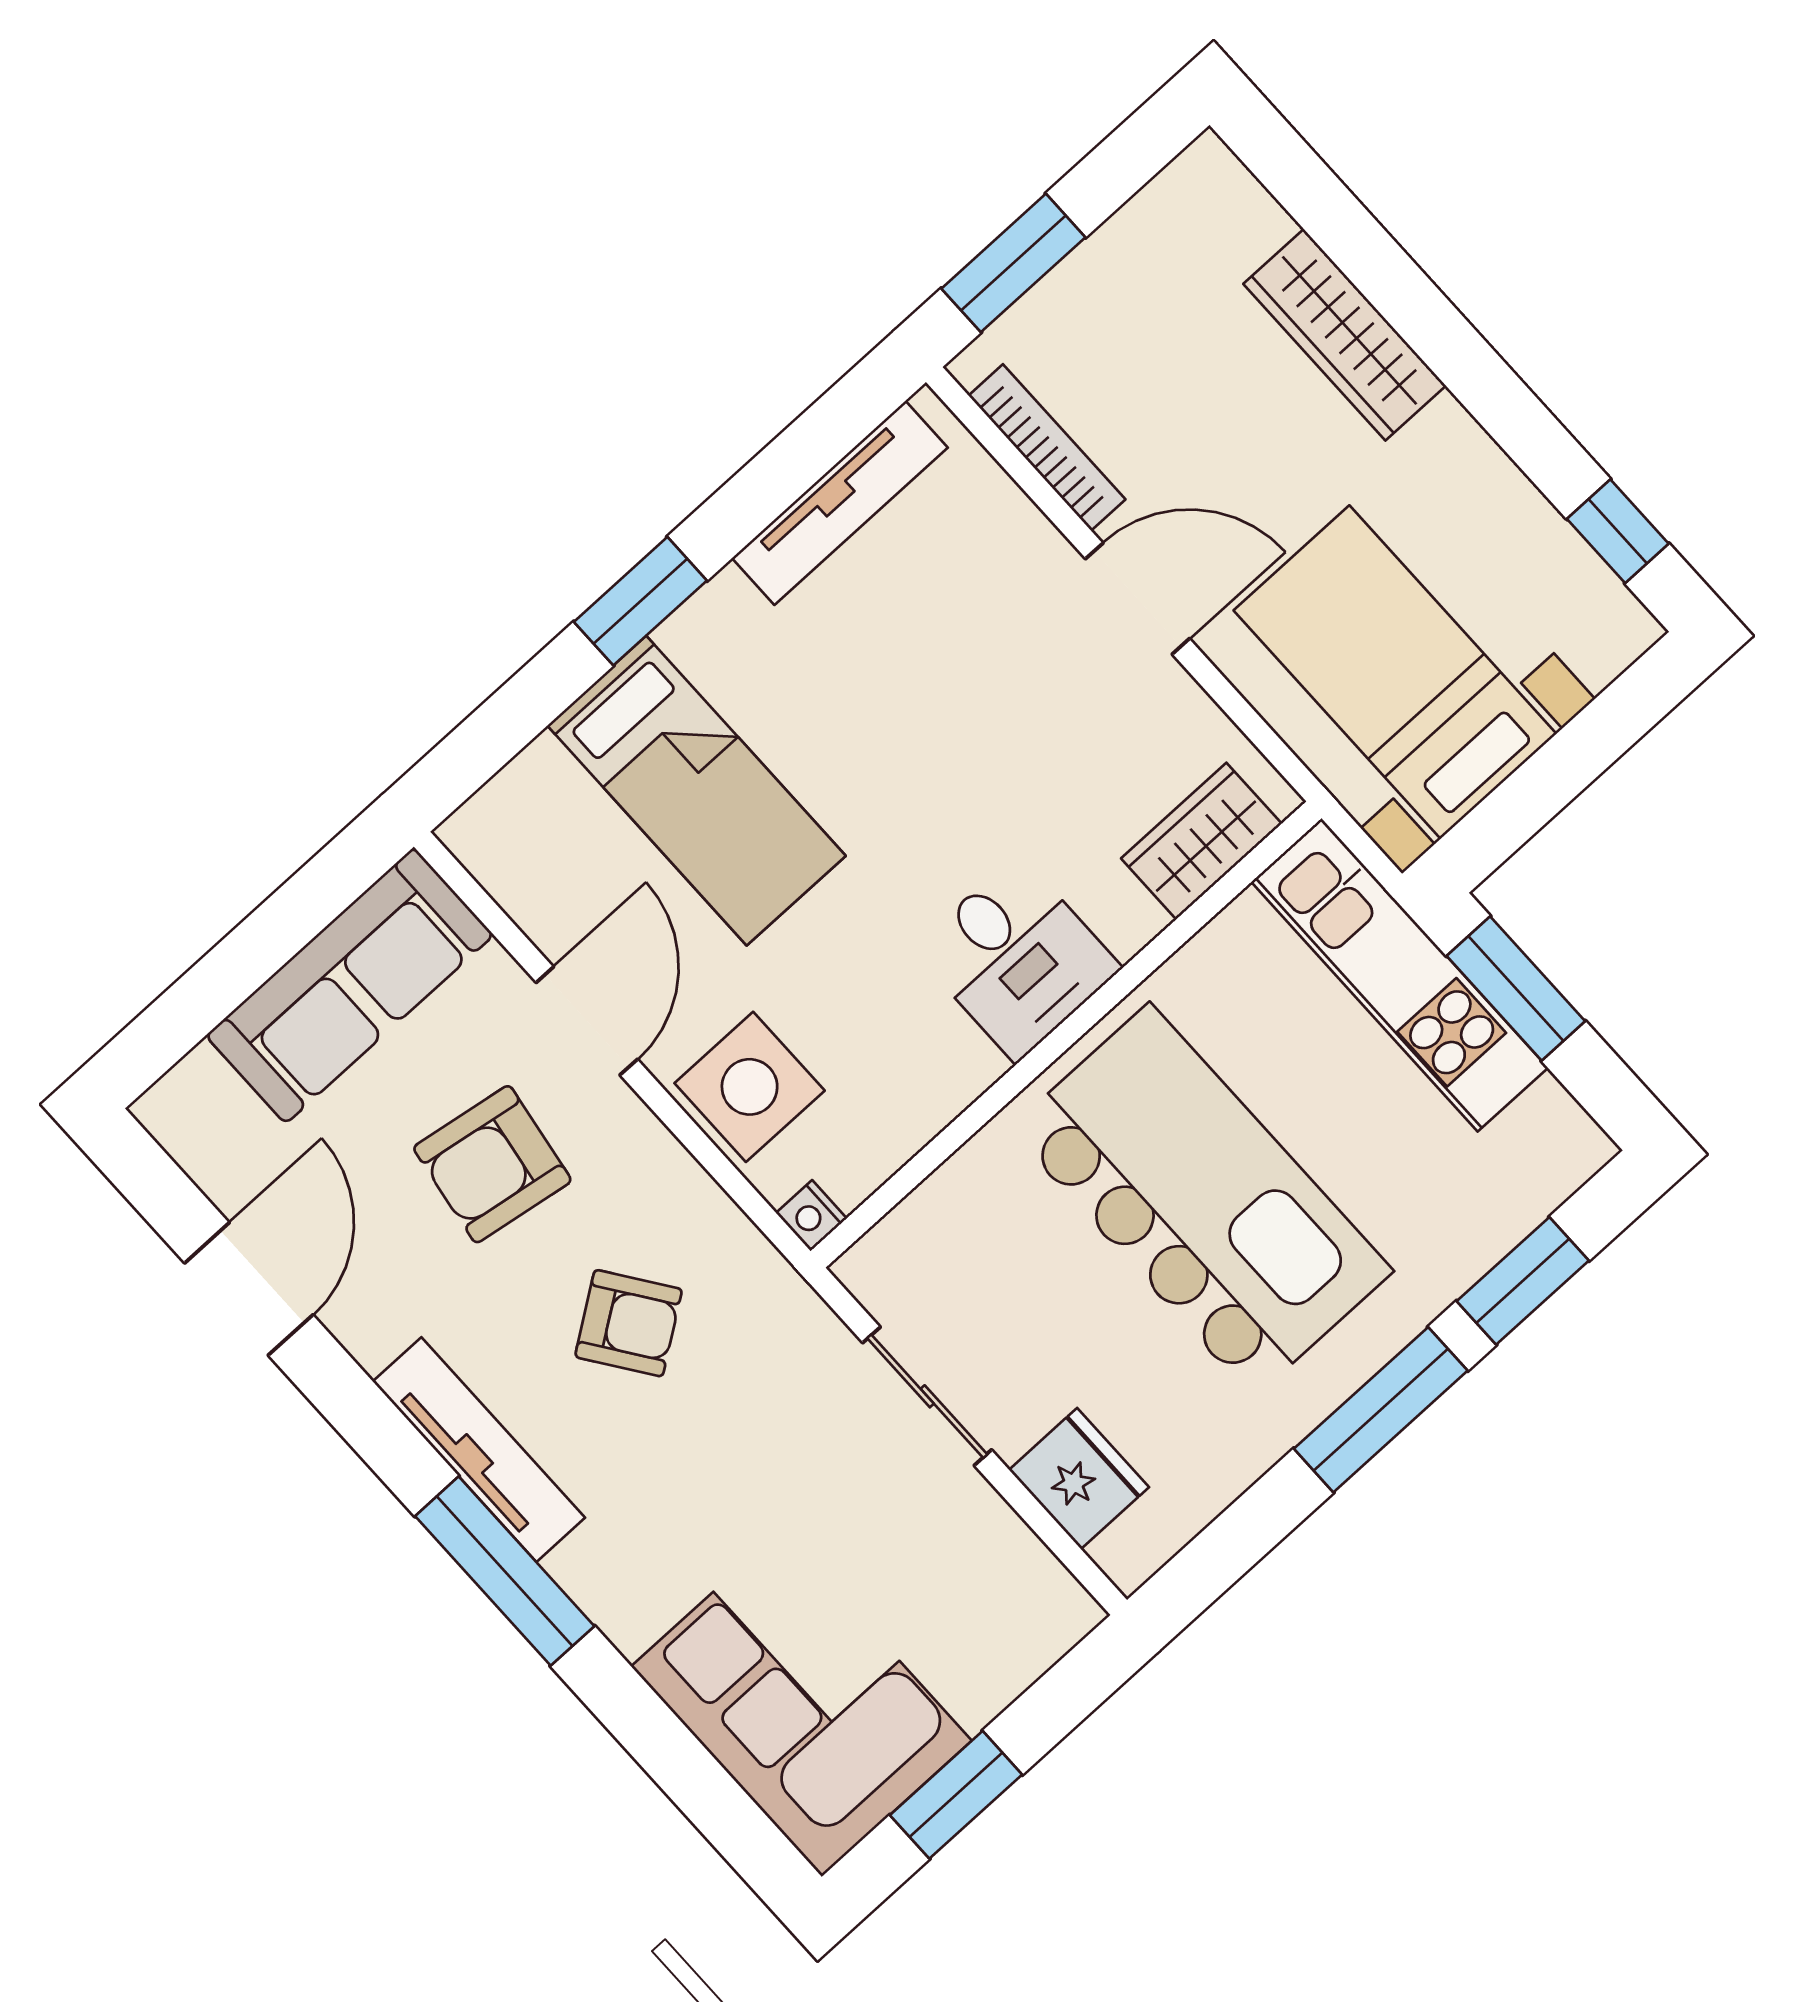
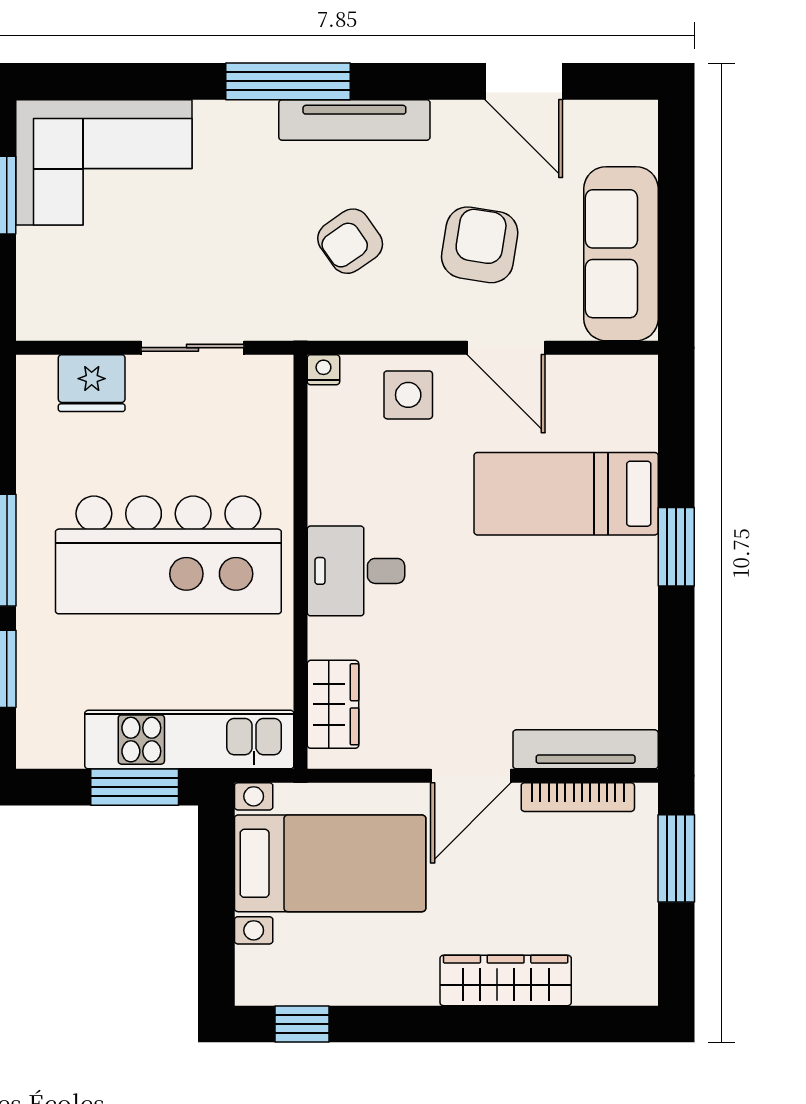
tv unit: (840, 503) -> (586, 749), moved, turned 90
side table: (750, 1087) -> (408, 395), width x0.73, depth x0.73

